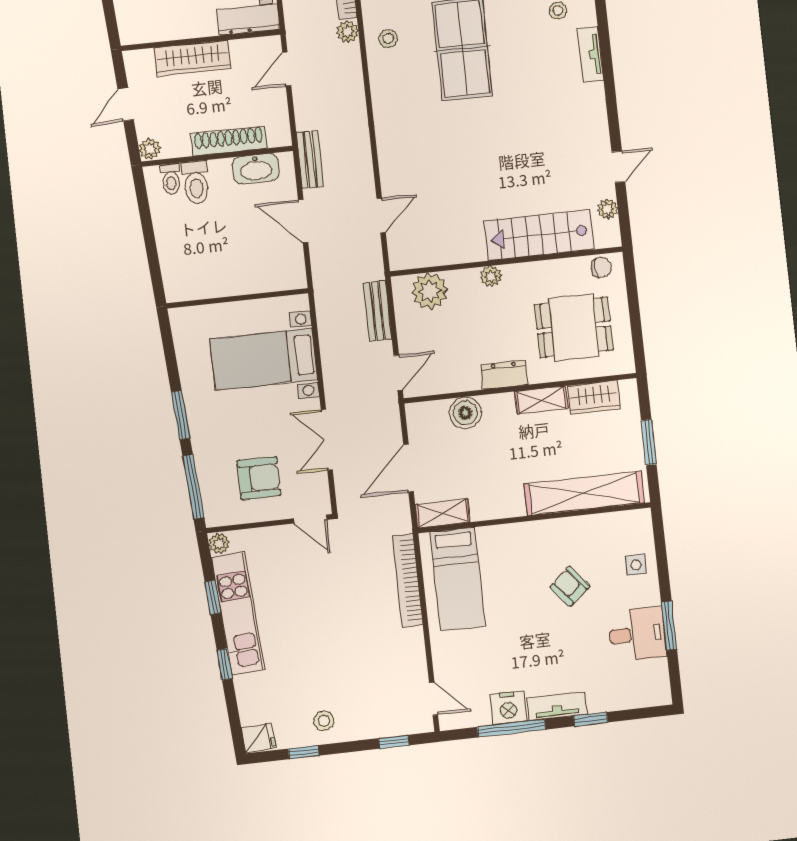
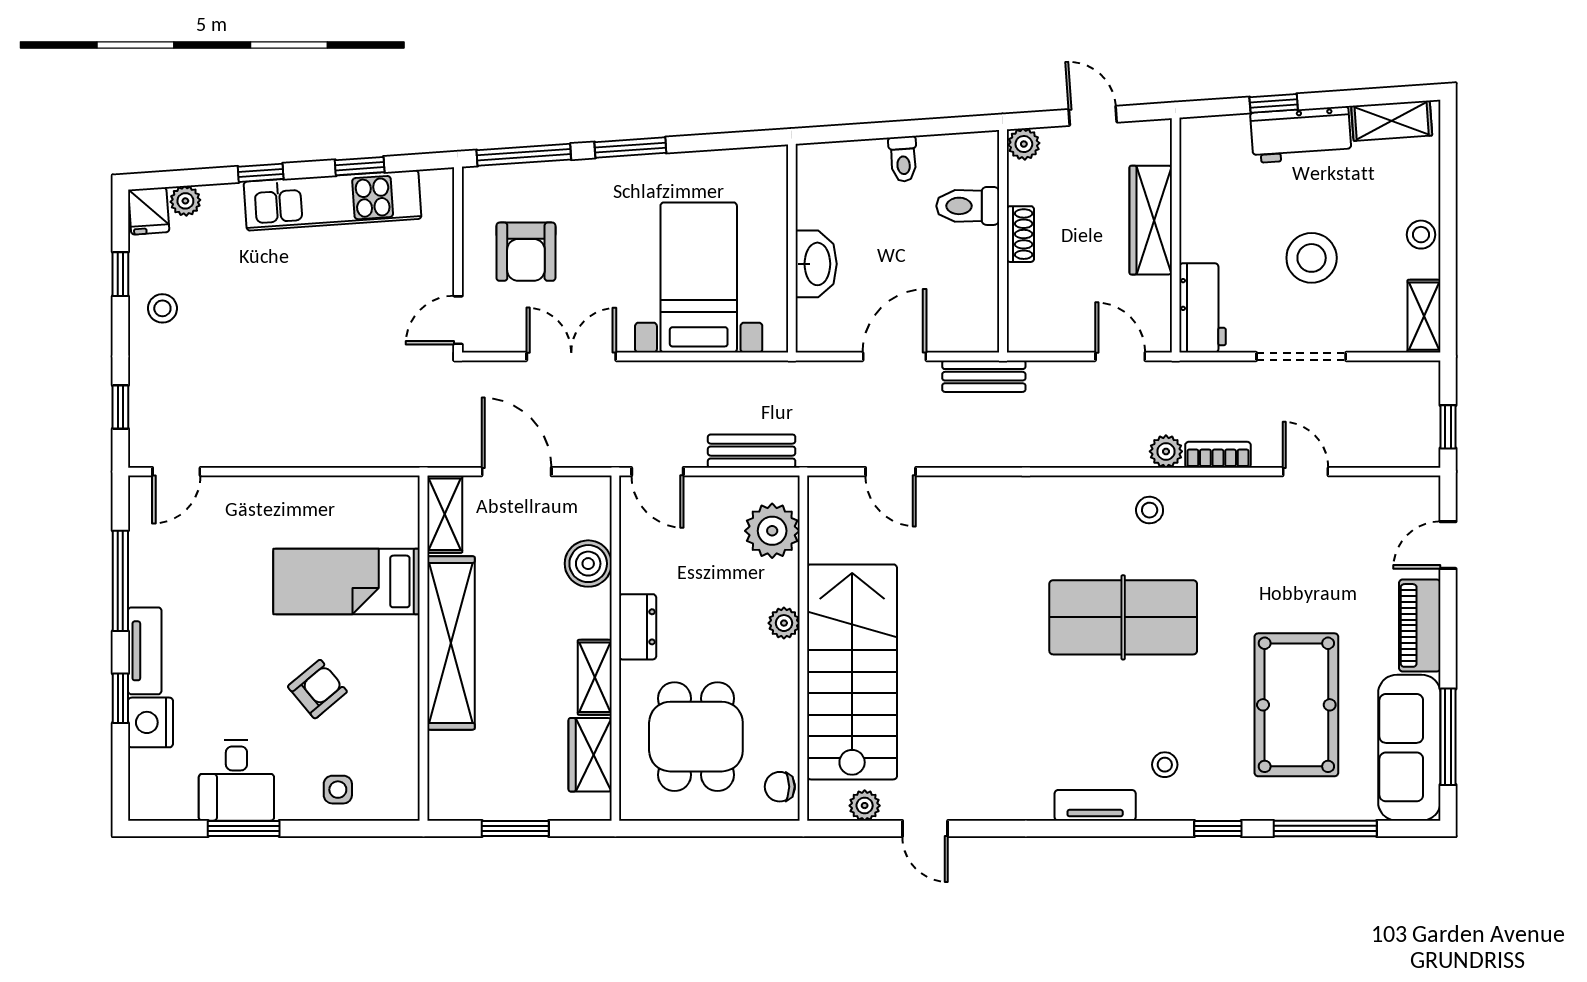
shoe rack: (229, 141) -> (1020, 234), width x0.51, depth x0.81
washbasin: (256, 169) -> (816, 264), moved, turned 180
toilet: (171, 179) -> (903, 159), moved, turned -94
stairs: (539, 235) -> (852, 672), width x1.36, depth x1.51
chair: (601, 267) -> (780, 787), turned 90
shelving: (584, 493) -> (451, 643), moved
plant: (219, 543) -> (185, 201), moved
bed: (457, 579) -> (347, 581), moved
bookcase: (408, 580) -> (353, 452), removed
nightstand: (508, 708) -> (150, 722), moved

